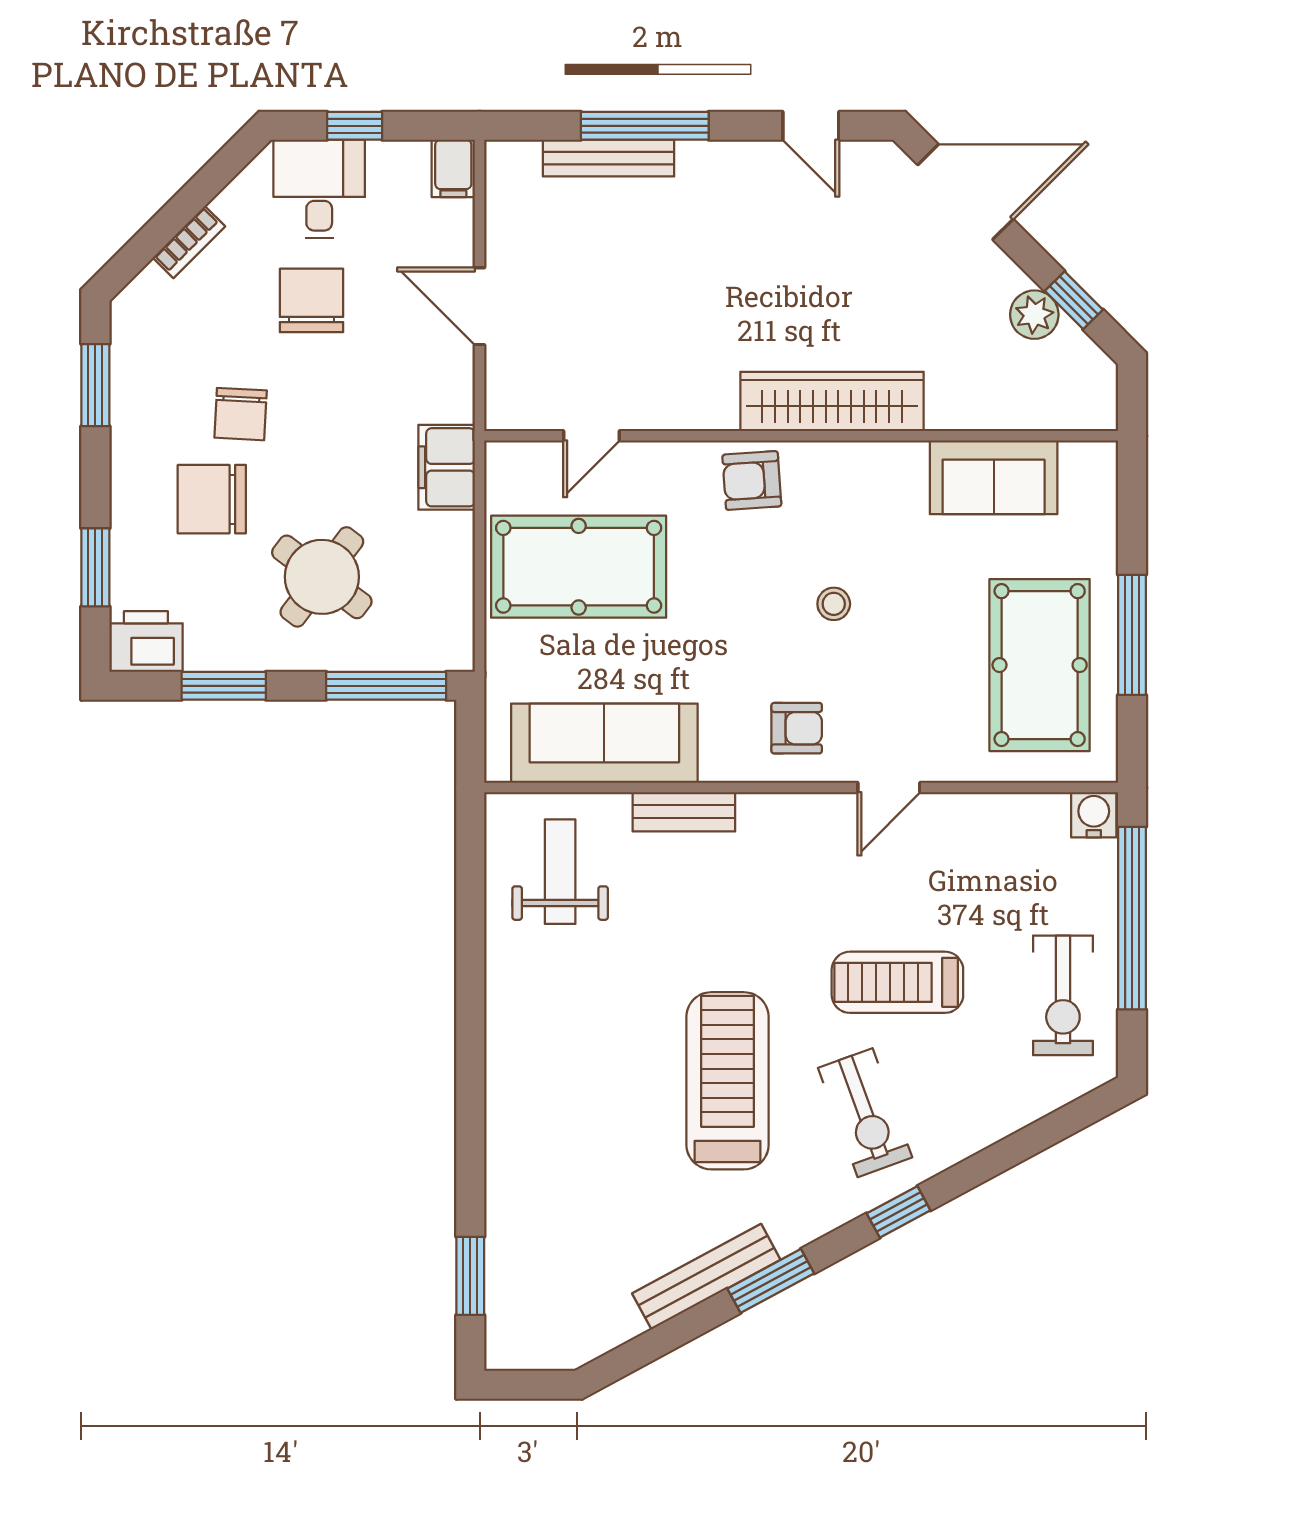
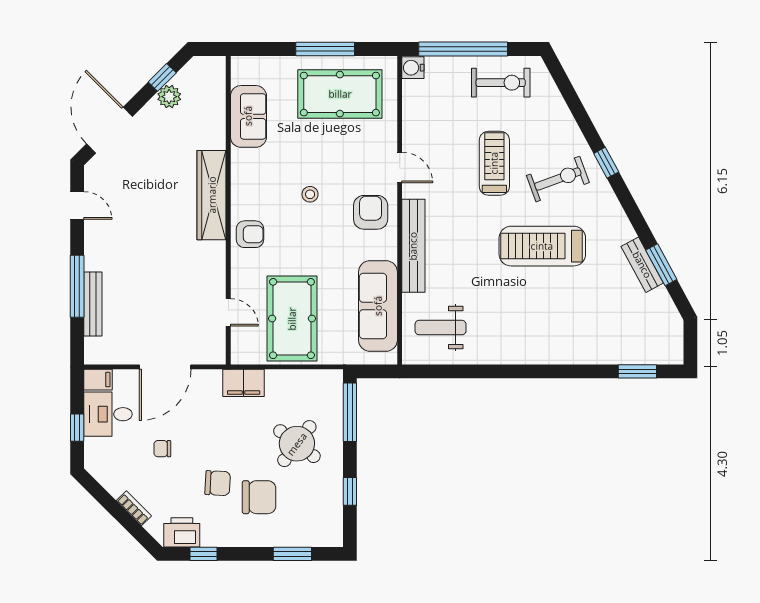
door: (811, 126) -> (77, 205), hinge flipped
desk: (319, 189) -> (108, 414), moved
chair: (312, 300) -> (162, 449), width x0.54, depth x0.54
door: (480, 306) -> (165, 367), width x1.36
window: (95, 385) -> (204, 554), width x0.67
armchair: (752, 480) -> (250, 234), turned -86
chair: (212, 499) -> (259, 497), turned -90
printer: (146, 642) -> (182, 532), moved, turned 90
window: (224, 686) -> (350, 491), width x0.67
armchair: (797, 728) -> (371, 212), width x1.38, depth x1.38
bench: (684, 812) -> (413, 246), width x1.86, depth x1.21
treadmill: (897, 982) -> (494, 163), turned 180
bench: (706, 1277) -> (642, 265), width x0.73
window: (771, 1281) -> (661, 265), moved

